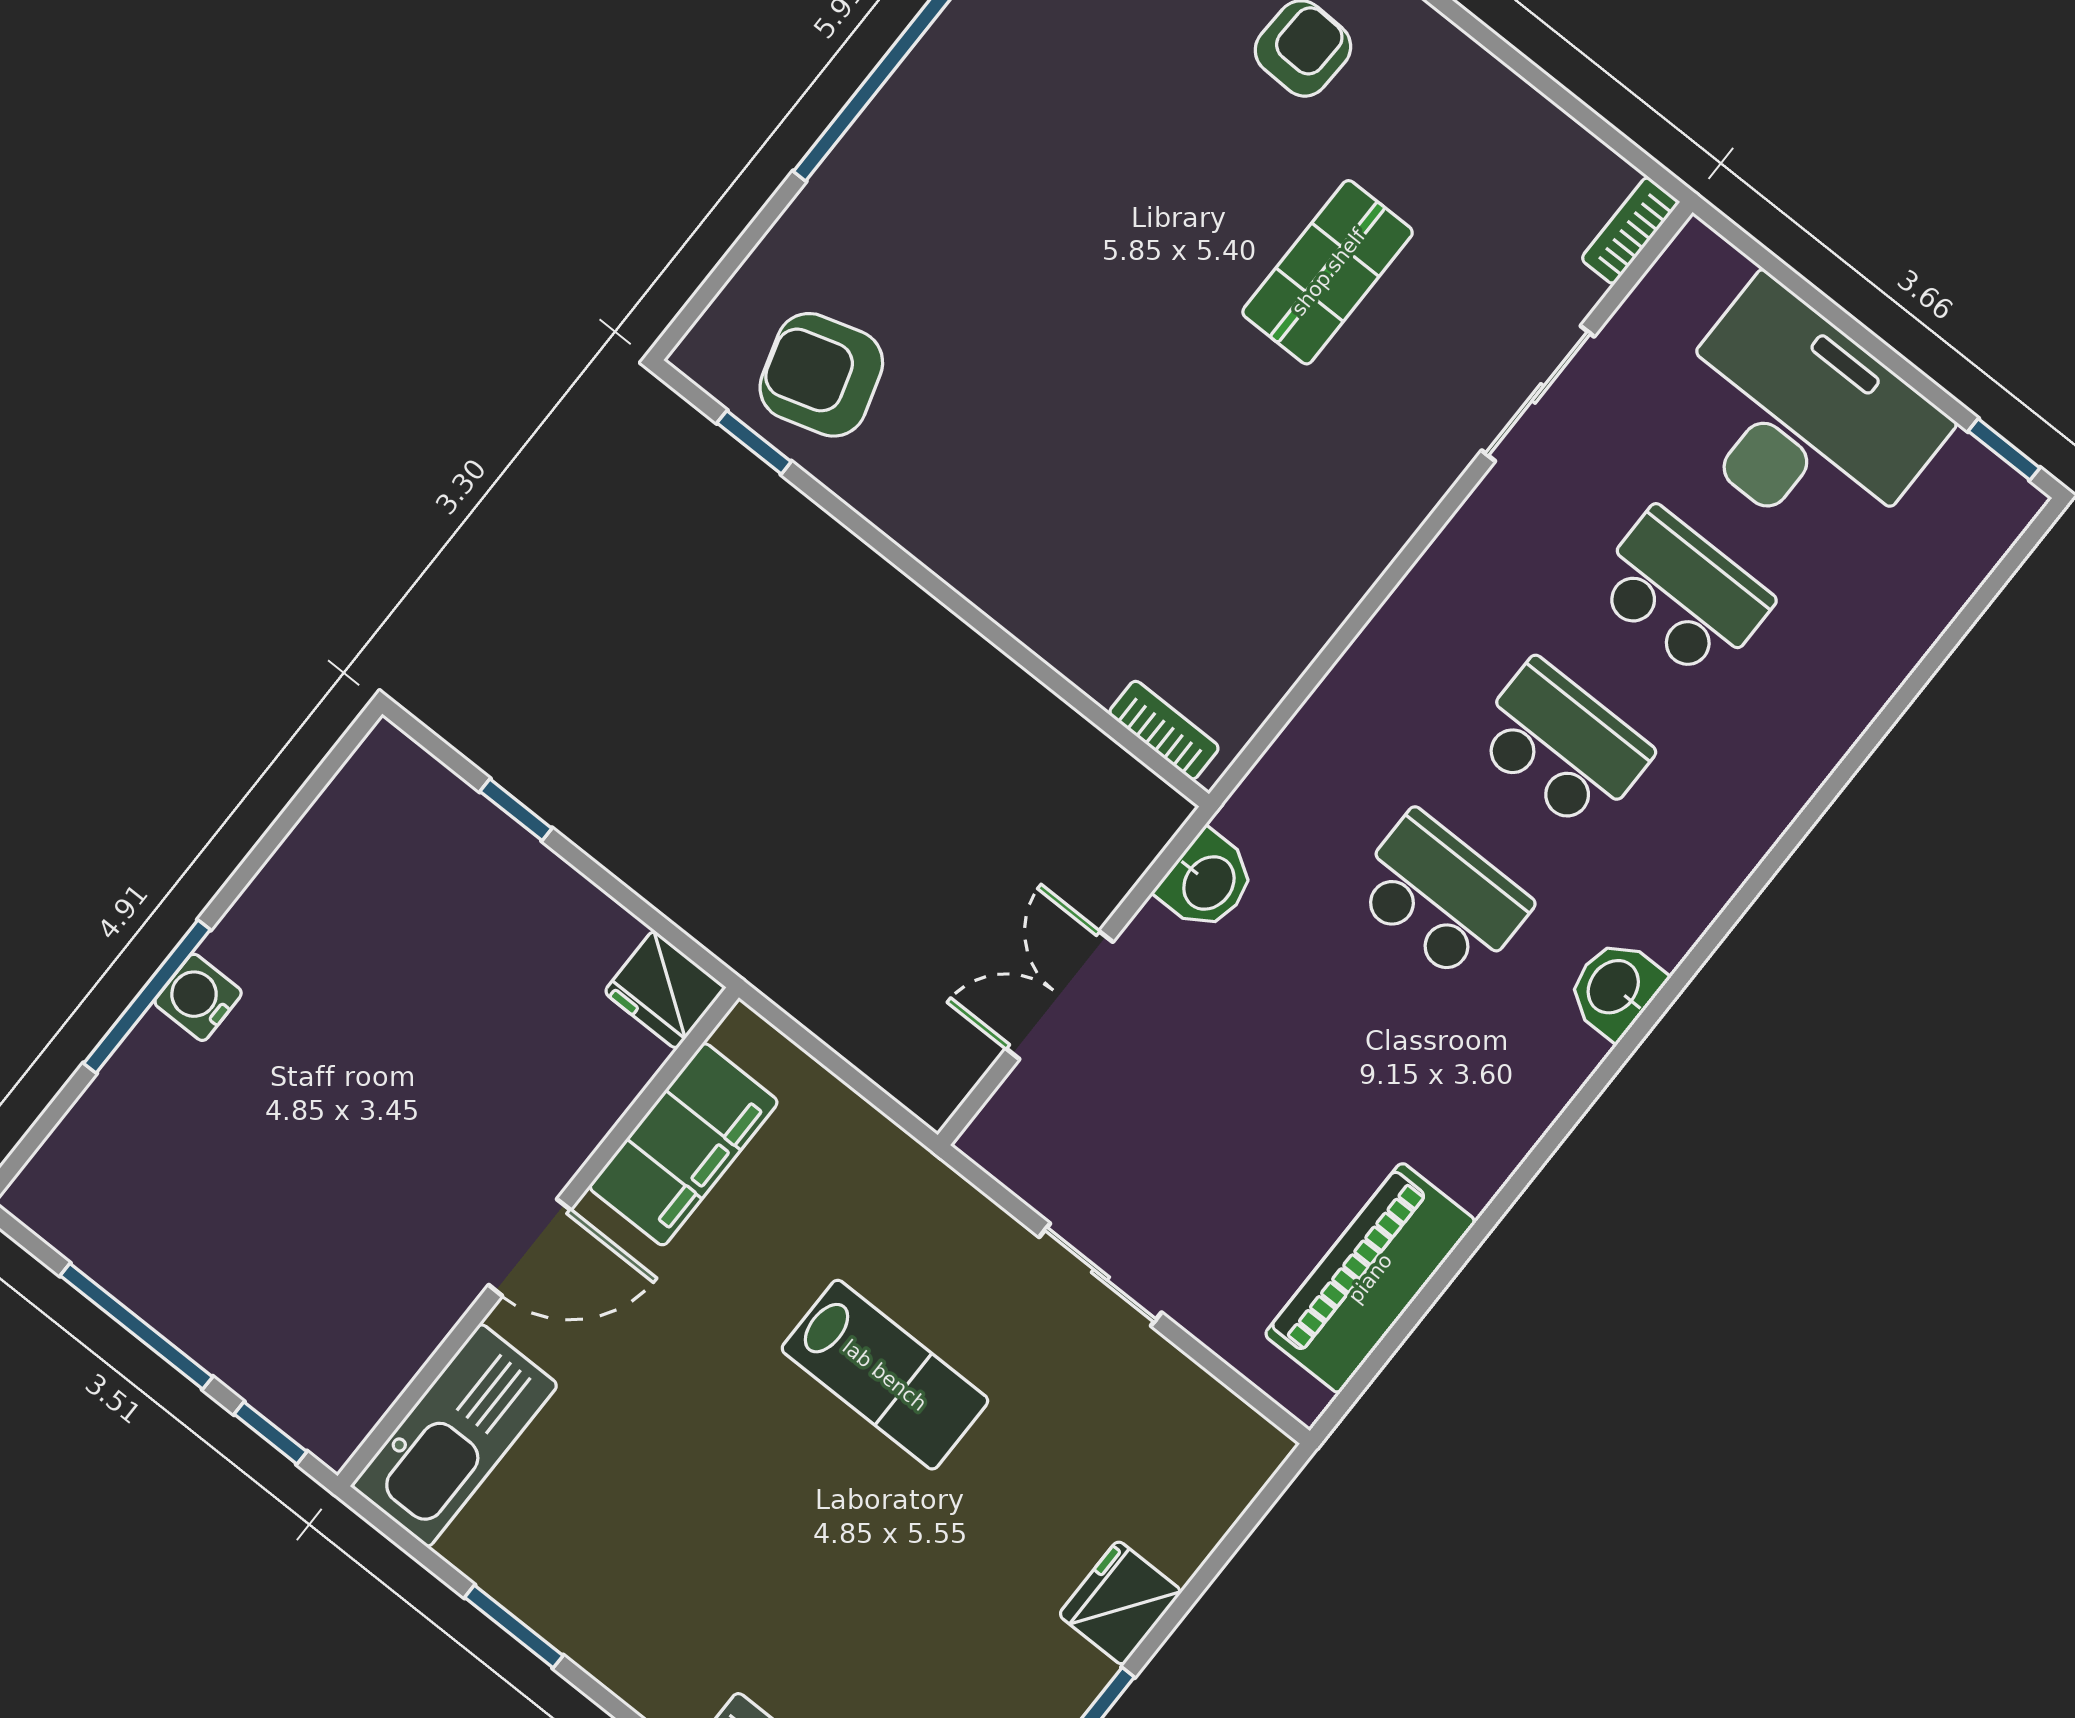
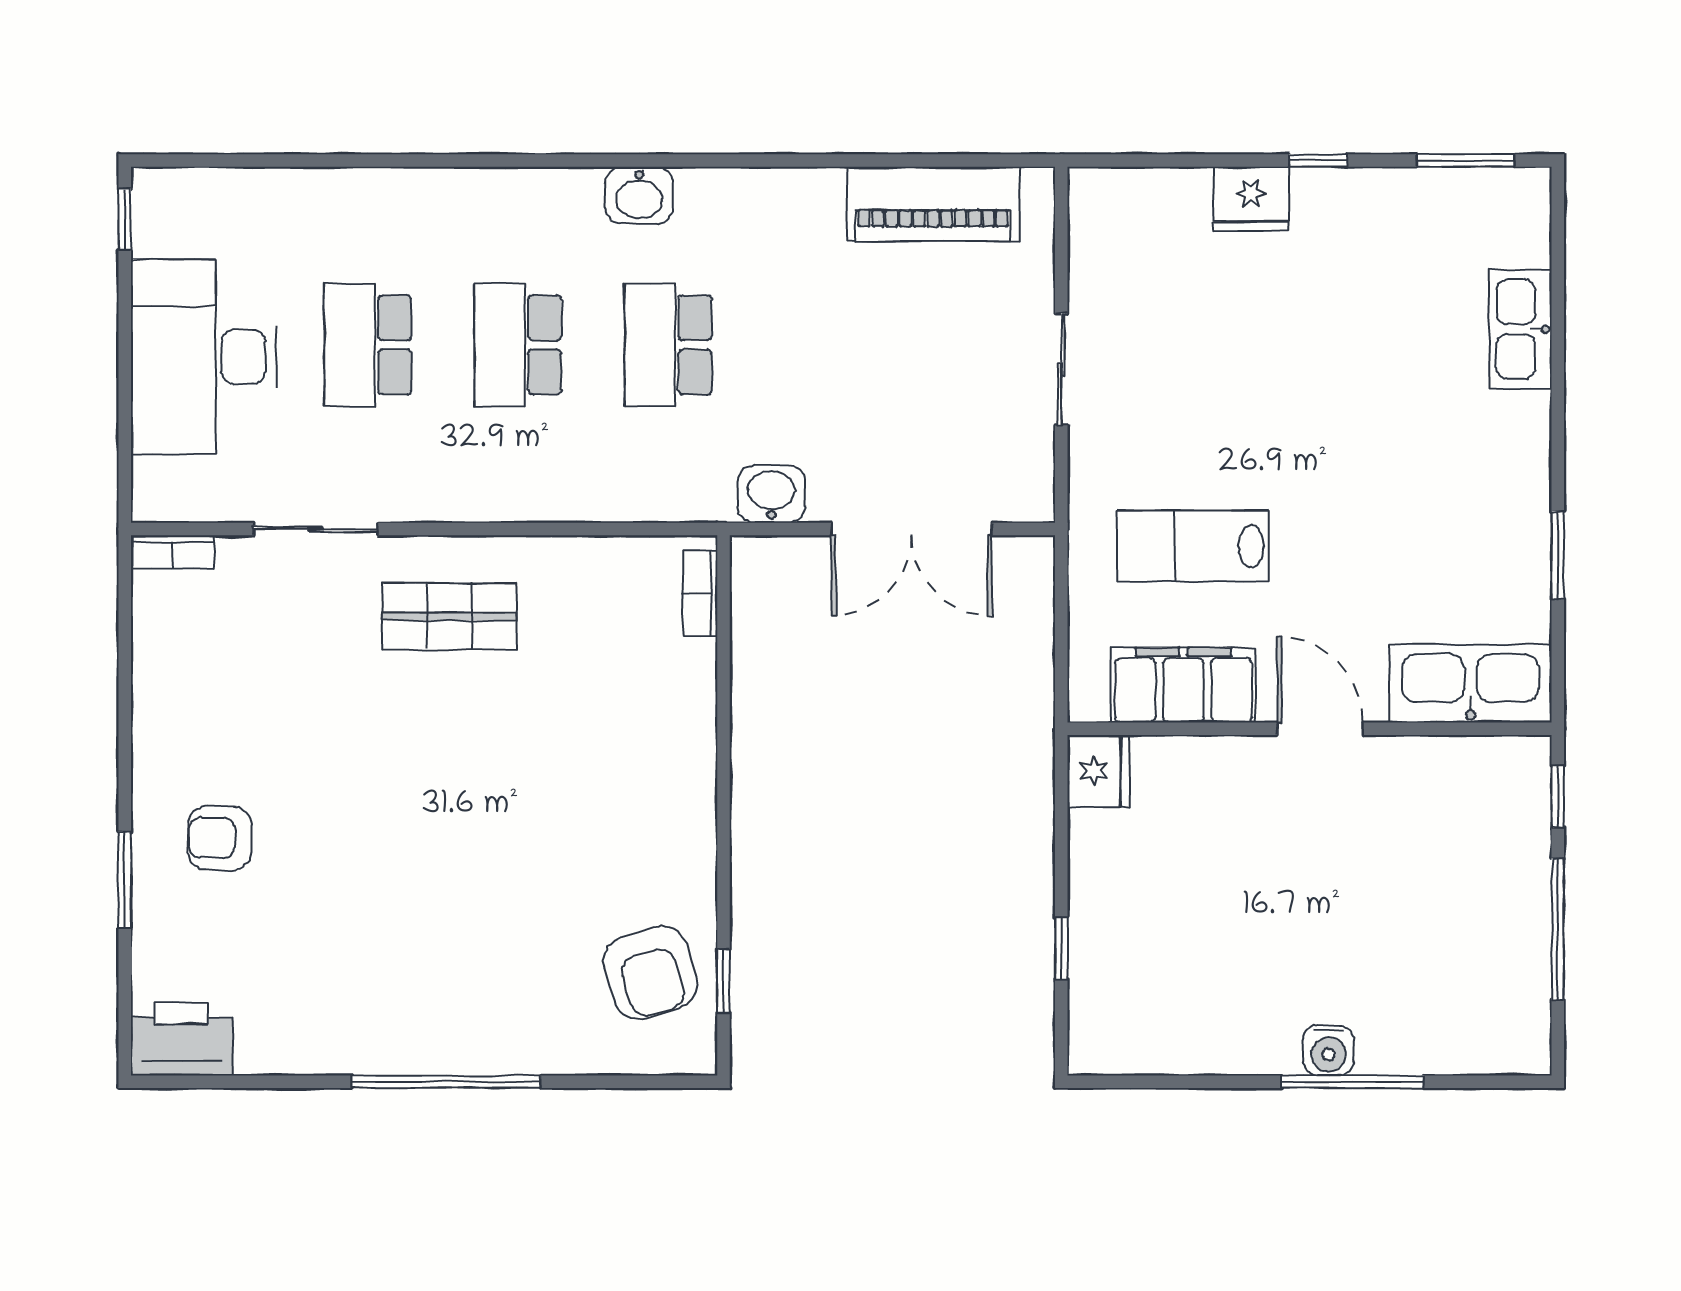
shop shelf: (1328, 272) -> (449, 616), moved
double door: (1059, 995) -> (912, 529), width x1.37
lab bench: (885, 1375) -> (1193, 546), moved, turned -90

